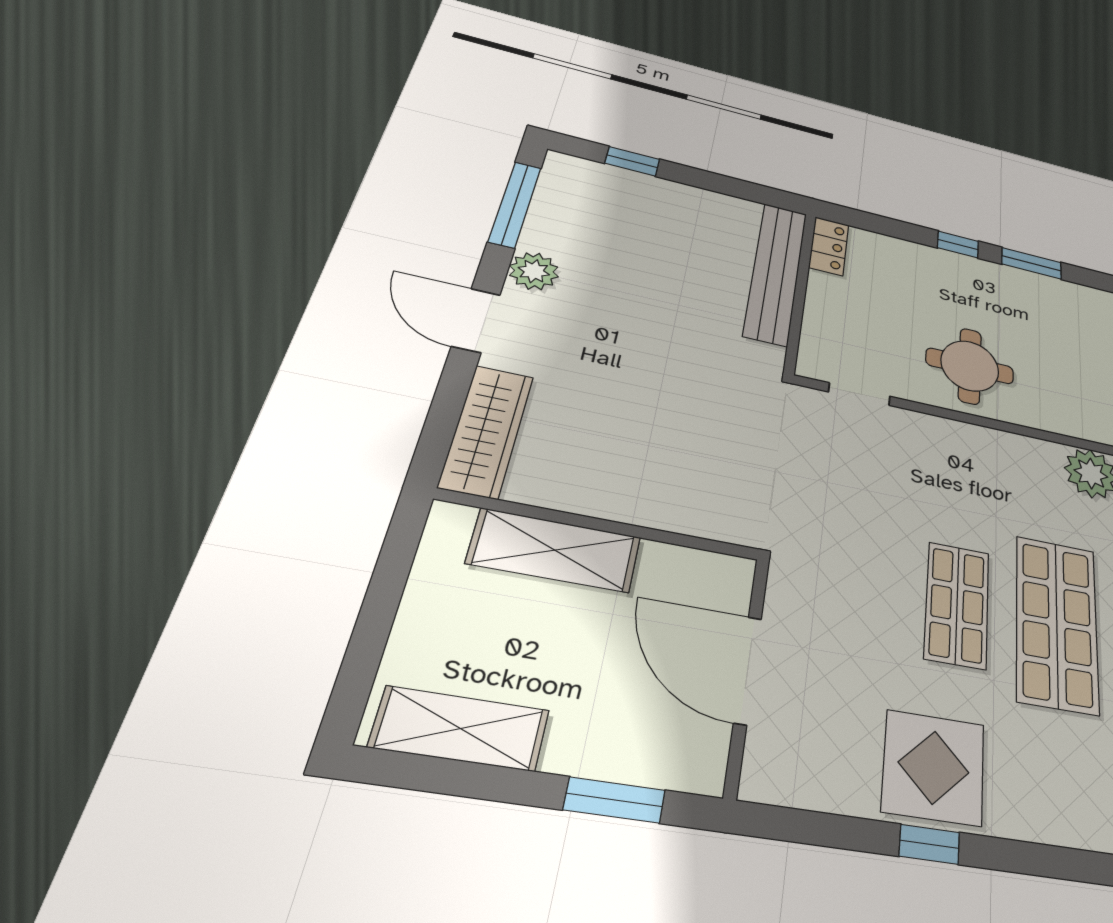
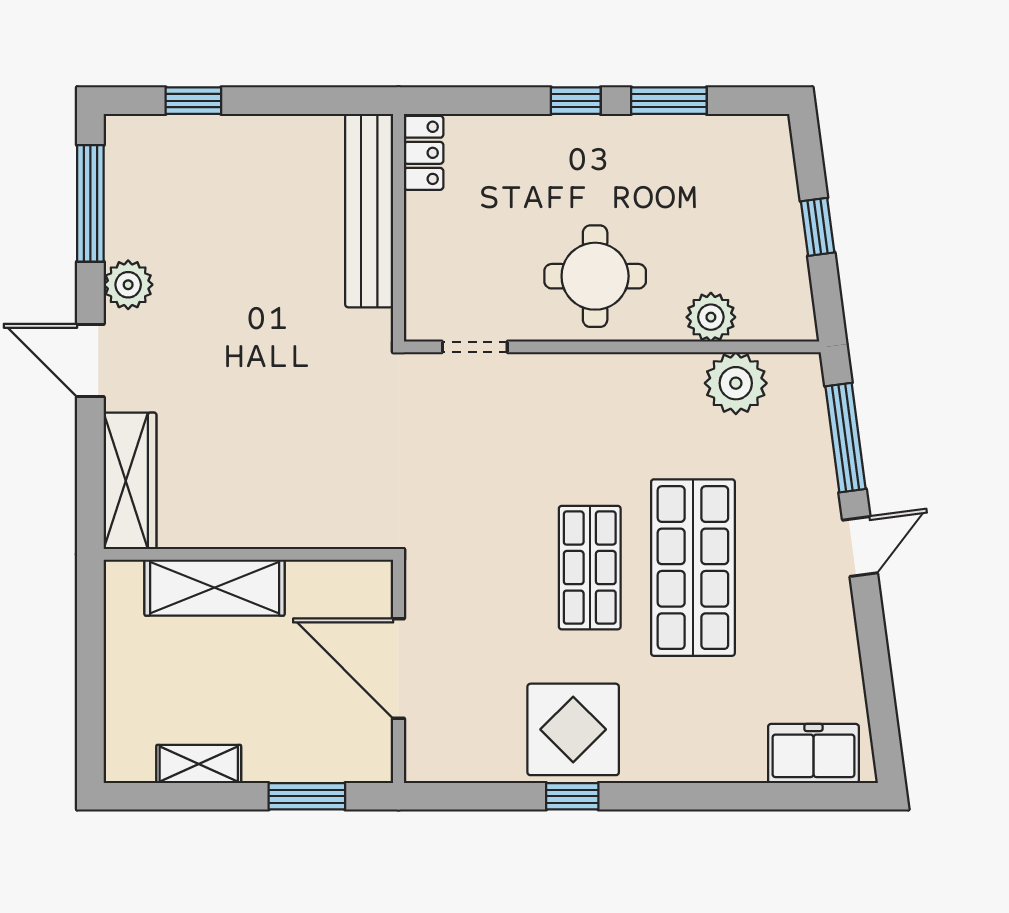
plant: (1068, 418) -> (711, 317), added
shelving: (460, 729) -> (199, 764), width x0.67, depth x0.75

